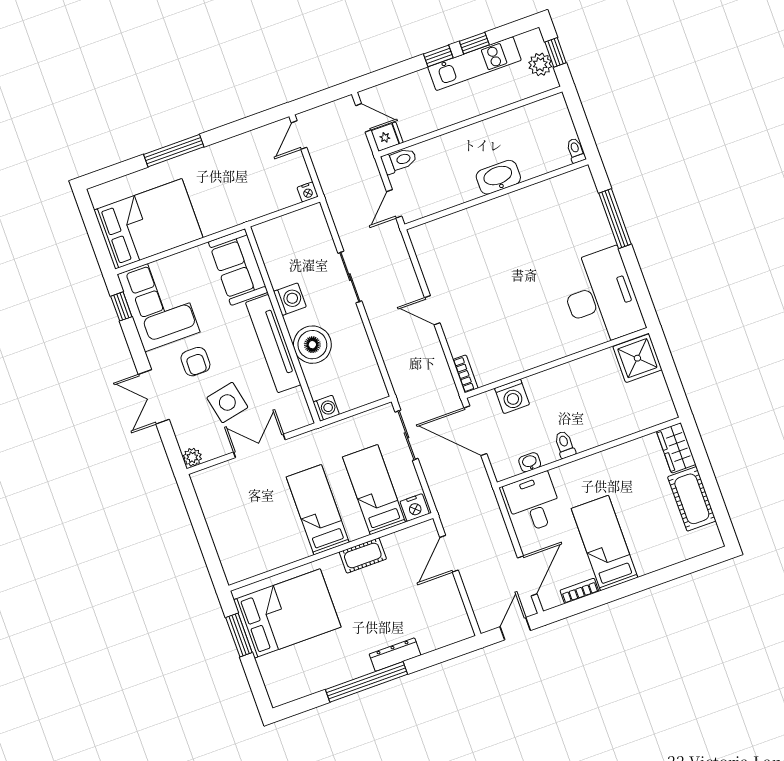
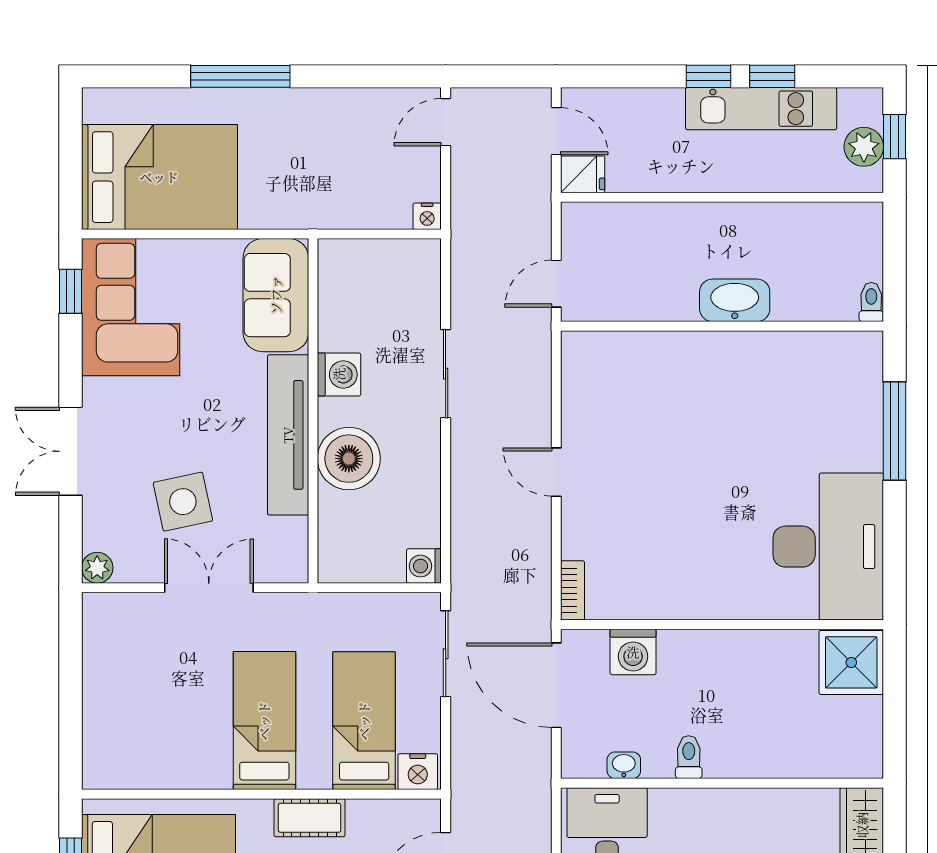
toilet: (399, 161) -> (588, 218), removed
armchair: (195, 362) -> (156, 419), removed
washing machine: (326, 408) -> (424, 566), moved, turned 180

